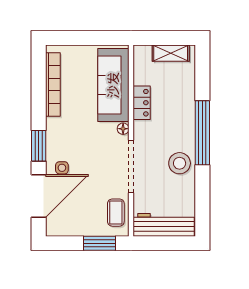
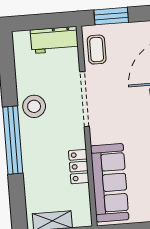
floor lamp: (123, 129) -> (96, 138), removed
workbench: (164, 225) -> (54, 40), width x0.73

